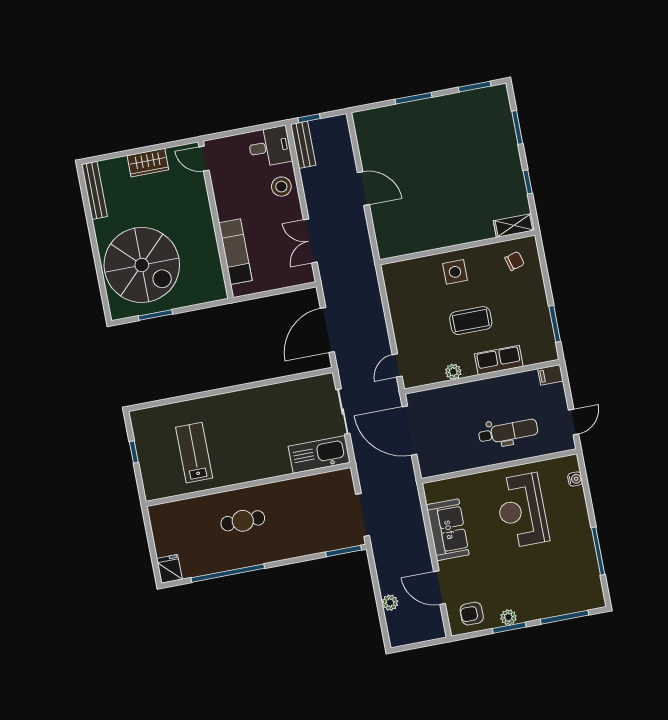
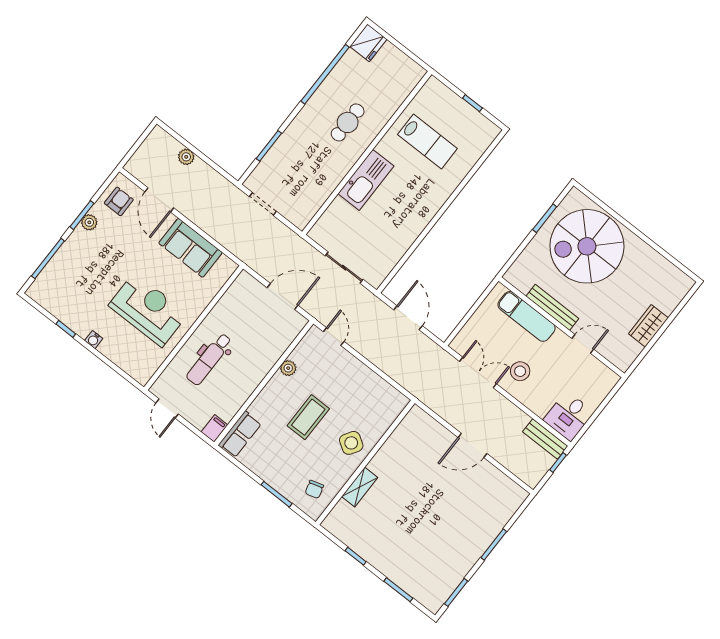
door: (204, 159) -> (583, 344), moved
stool: (281, 187) -> (520, 371), moved
bench: (94, 191) -> (552, 307), moved
shelving: (514, 226) -> (360, 487), moved
side table: (455, 272) -> (351, 443), turned 32
window: (555, 324) -> (277, 494), moved
door: (327, 330) -> (408, 318), width x0.73
row of seats: (499, 360) -> (240, 434), moved
door: (410, 431) -> (283, 296), width x0.73
kitchen sink: (319, 454) -> (366, 180), moved
water cooler: (575, 479) -> (94, 340), moved
doorway: (363, 515) -> (263, 204), width x0.73
window: (344, 551) -> (269, 146), moved
window: (598, 551) -> (66, 329), width x0.46
fridge: (169, 569) -> (368, 43), width x1.38
door: (440, 588) -> (159, 200), swing flipped

